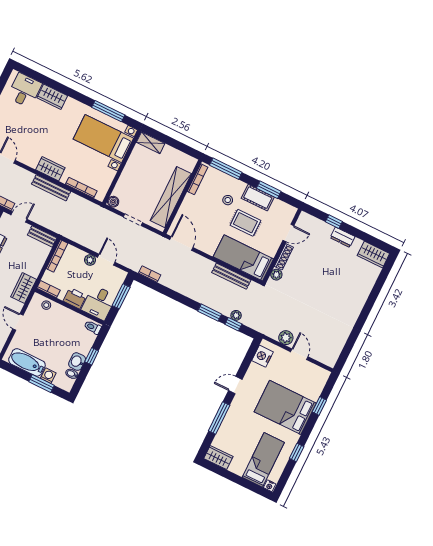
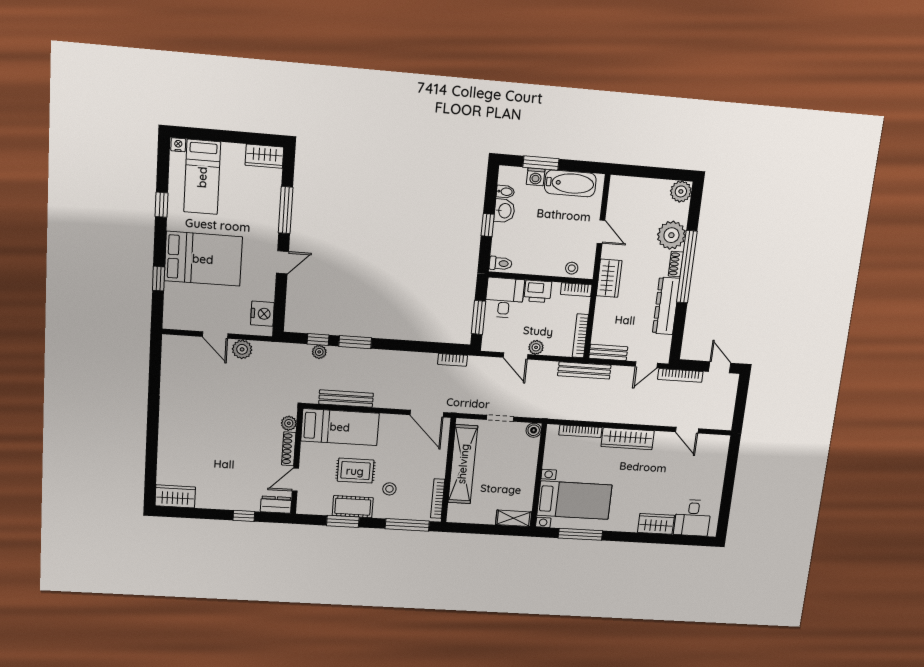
wardrobe: (50, 169) -> (628, 439), width x1.50
bench: (51, 188) -> (584, 370), moved
dresser: (343, 237) -> (276, 505), moved

